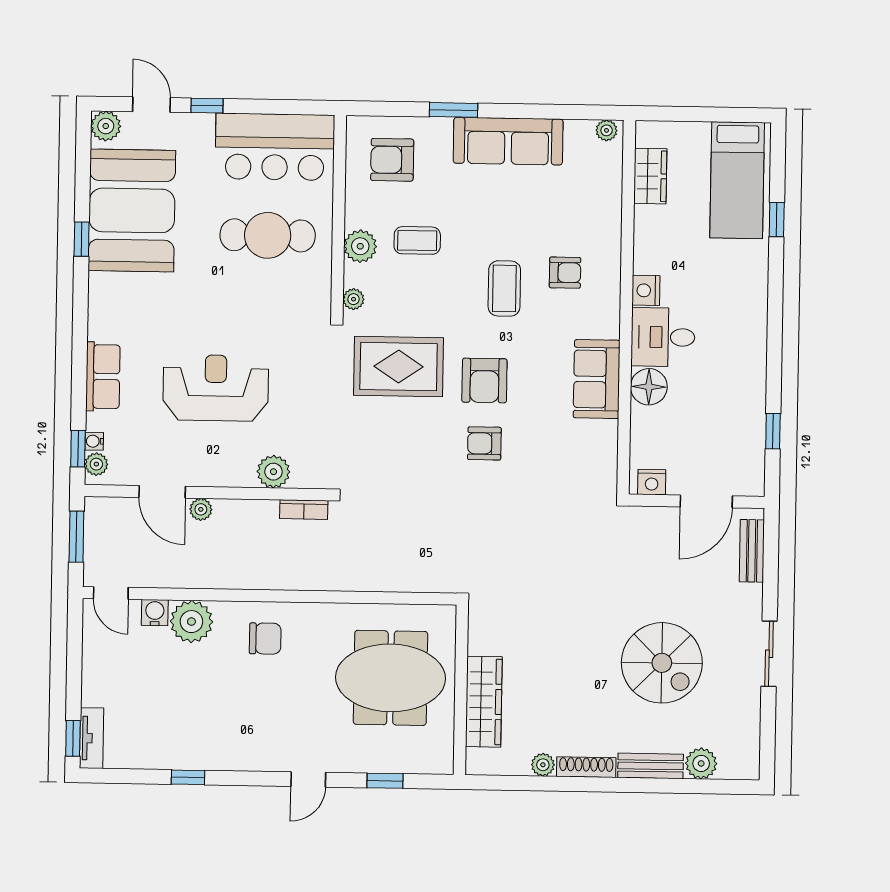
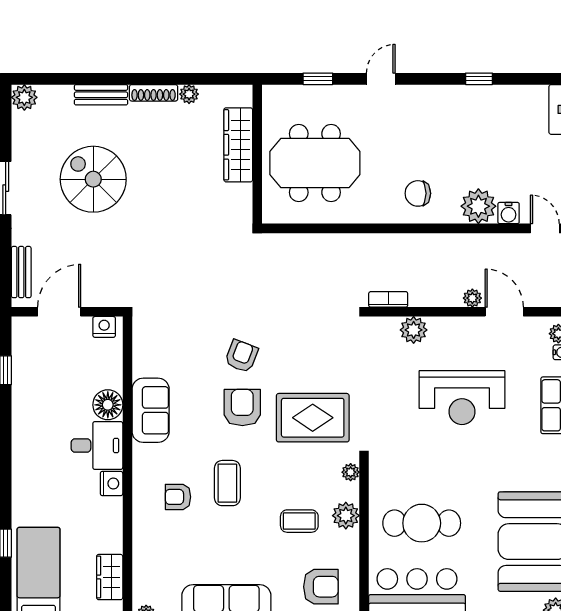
armchair: (484, 443) -> (241, 356), turned -69
plant: (701, 763) -> (24, 97), moved

